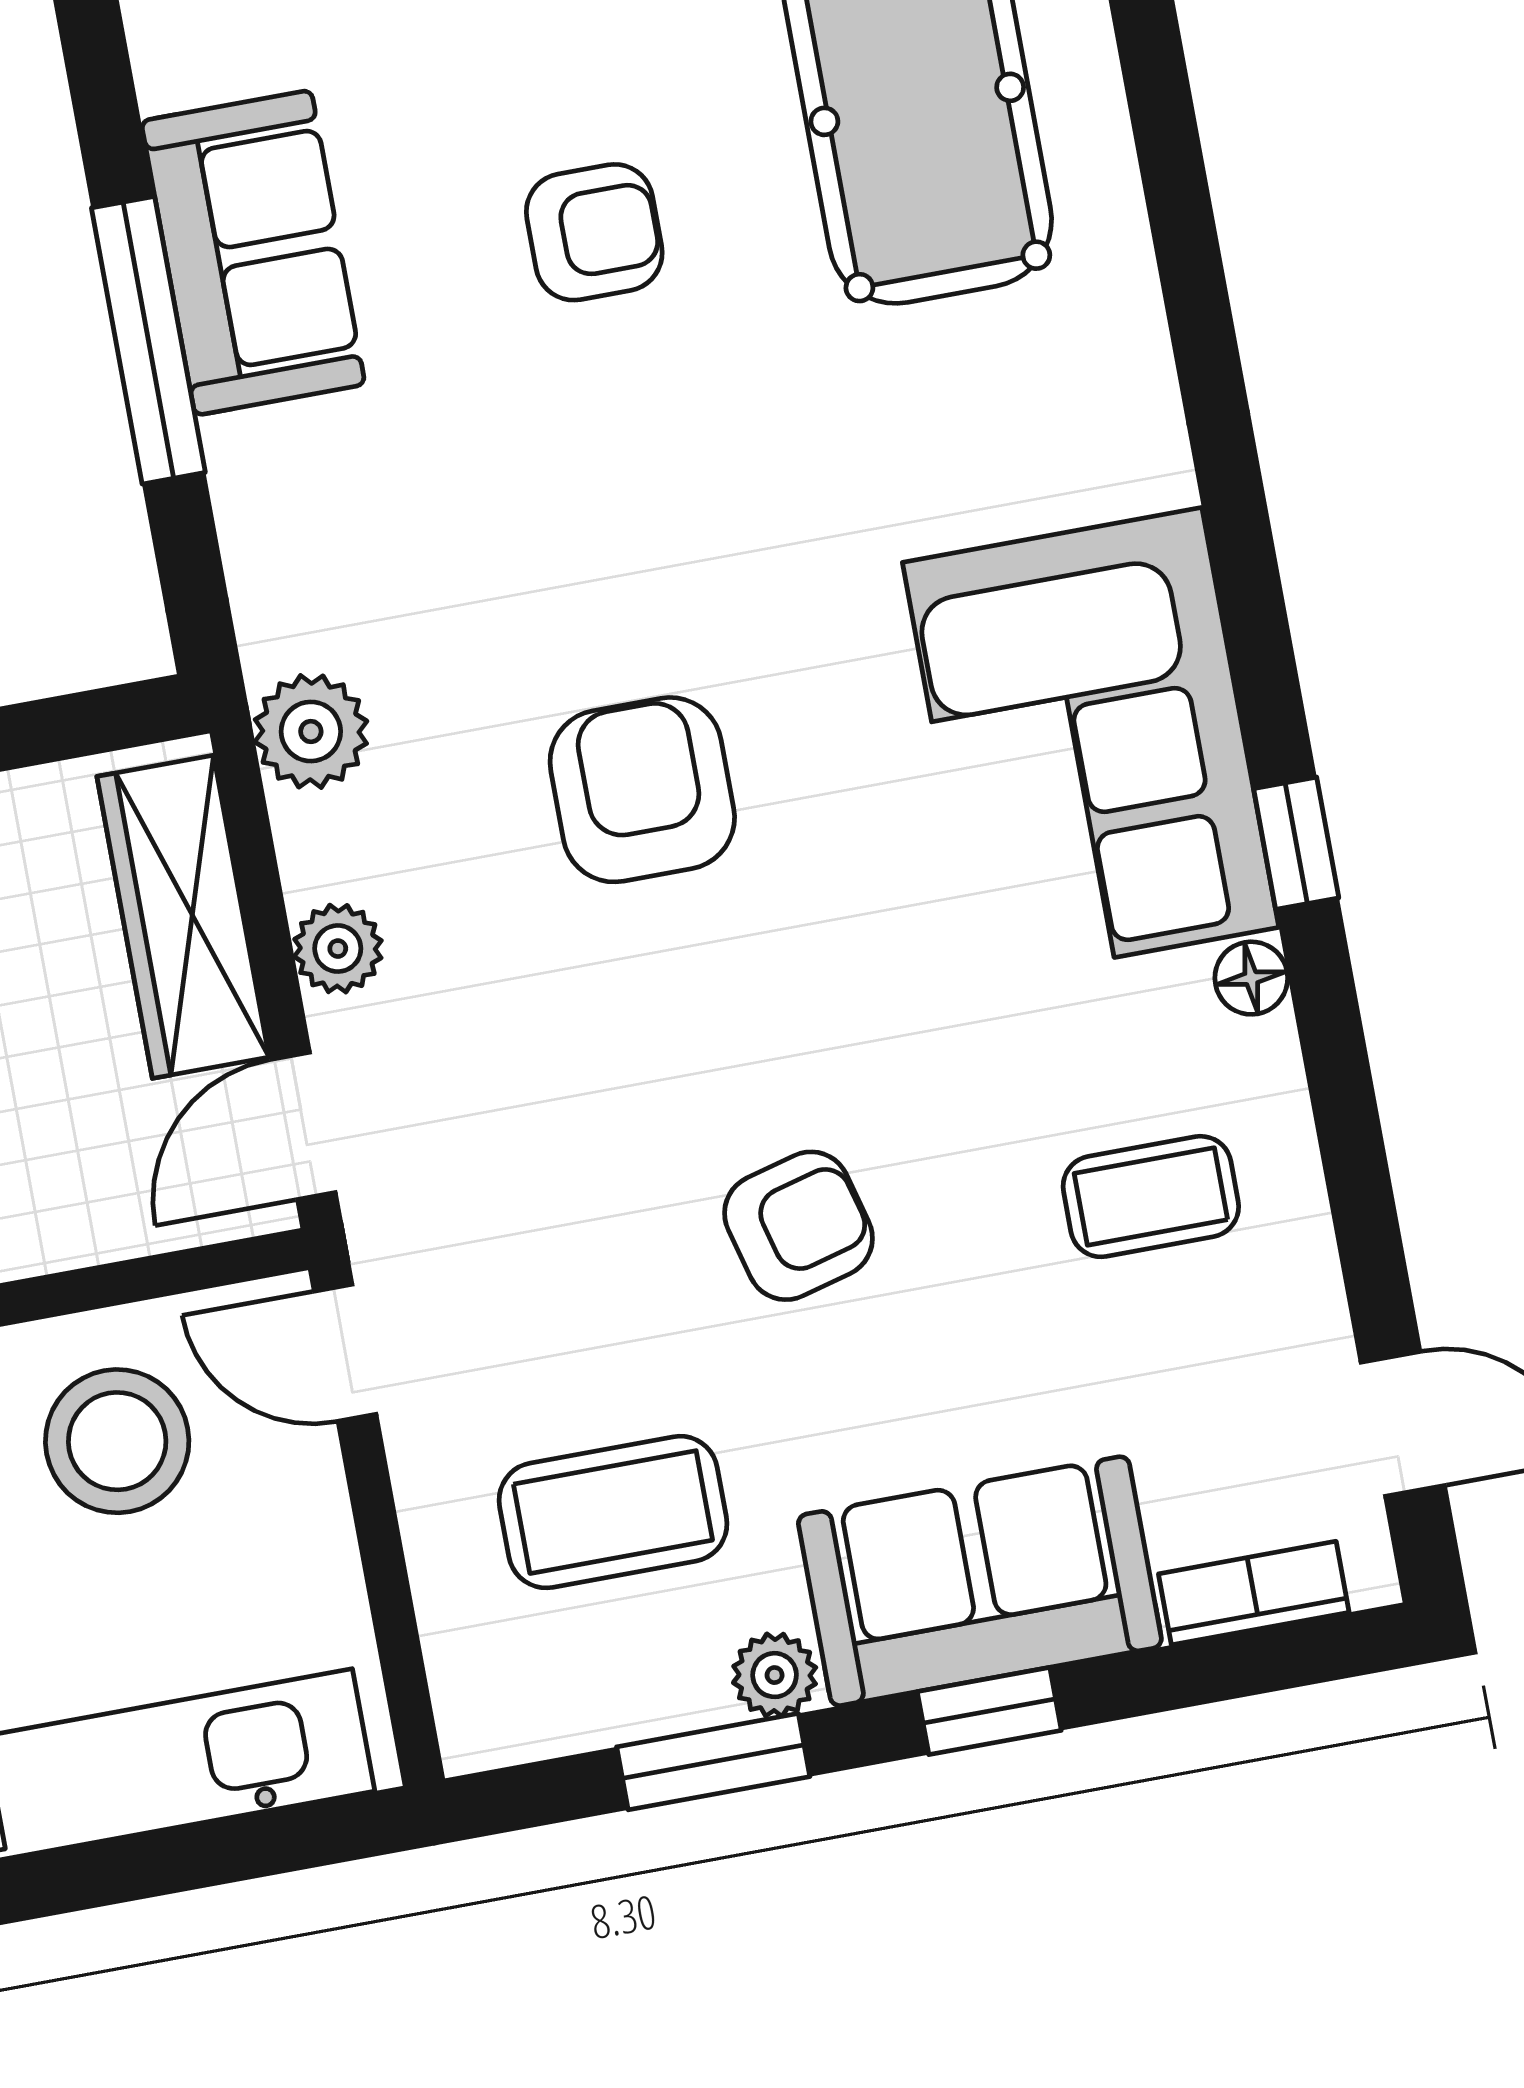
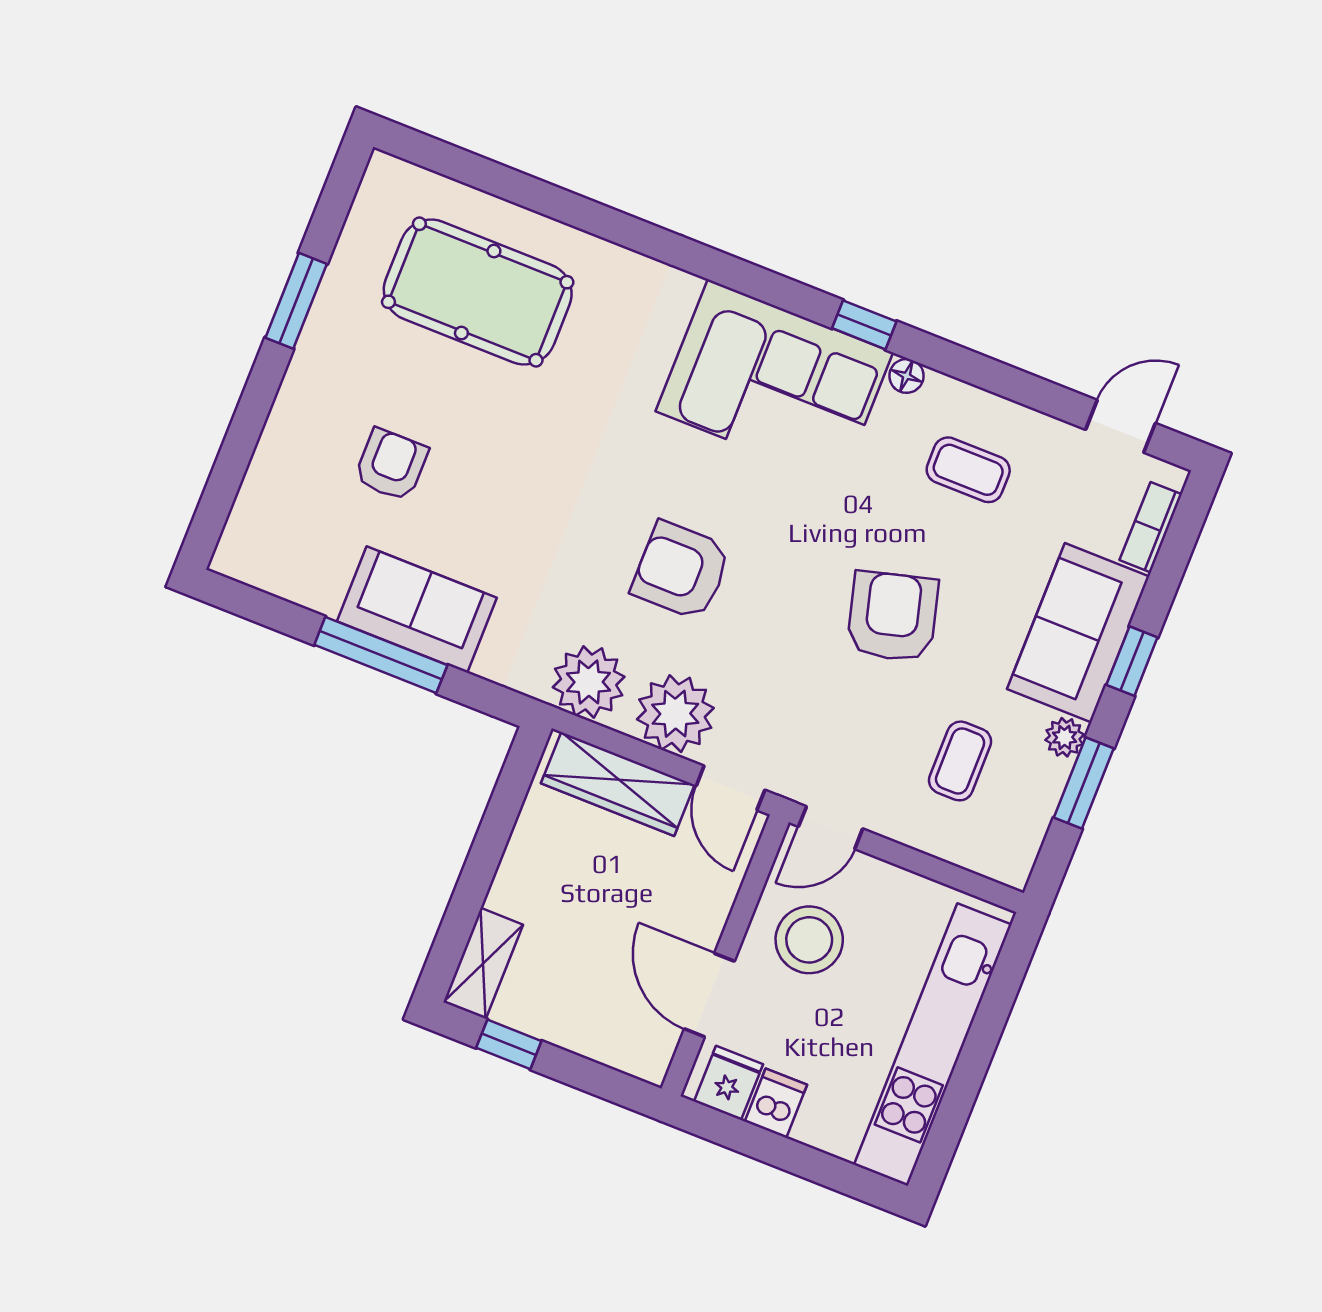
armchair: (594, 232) -> (391, 465), moved
sofa: (253, 253) -> (417, 610), moved
plant: (311, 731) -> (589, 682), width x1.36, depth x1.36
plant: (338, 949) -> (675, 714), width x1.88, depth x1.88
coffee table: (1151, 1197) -> (968, 470), turned 90
armchair: (799, 1226) -> (893, 617), width x1.38, depth x1.38
coffee table: (613, 1512) -> (960, 761), width x0.73, depth x0.77

